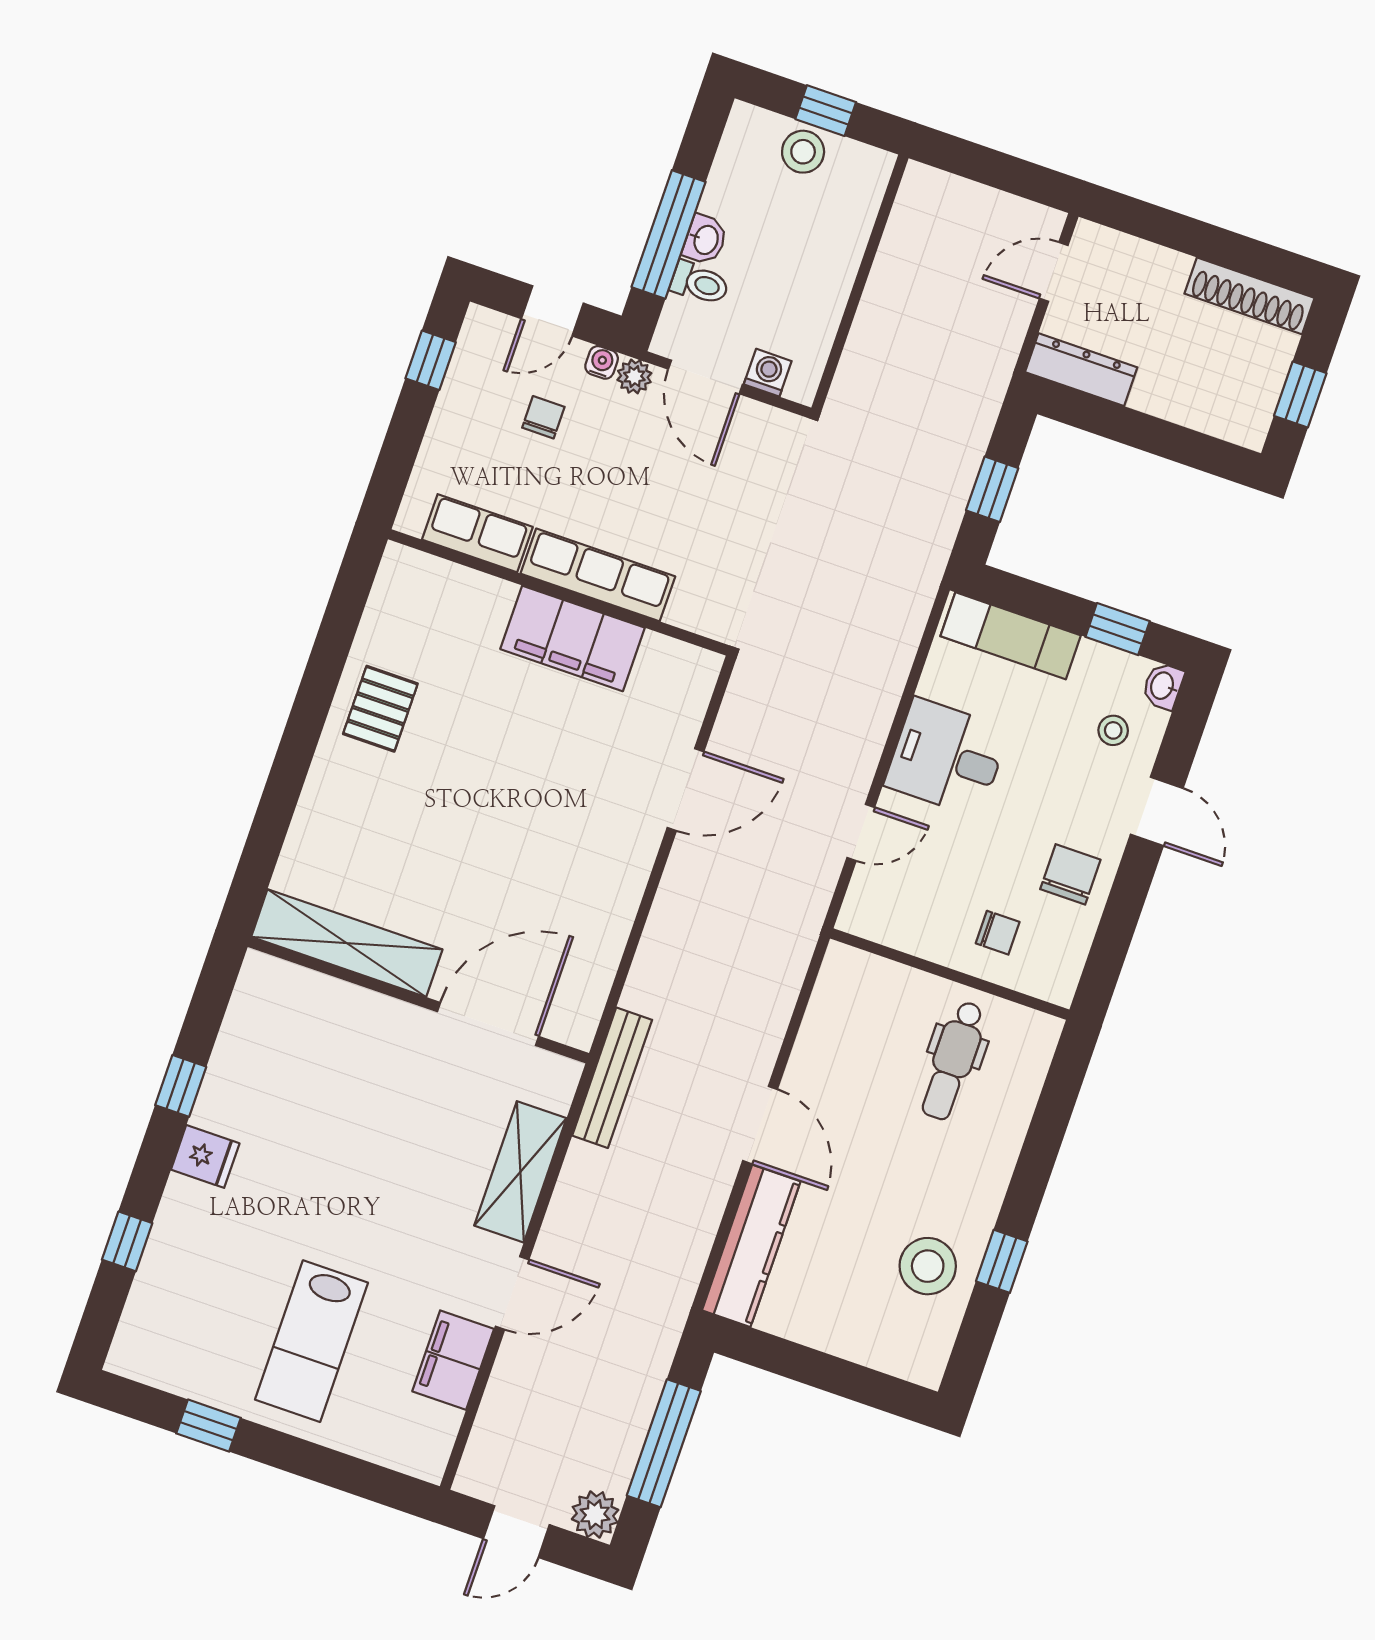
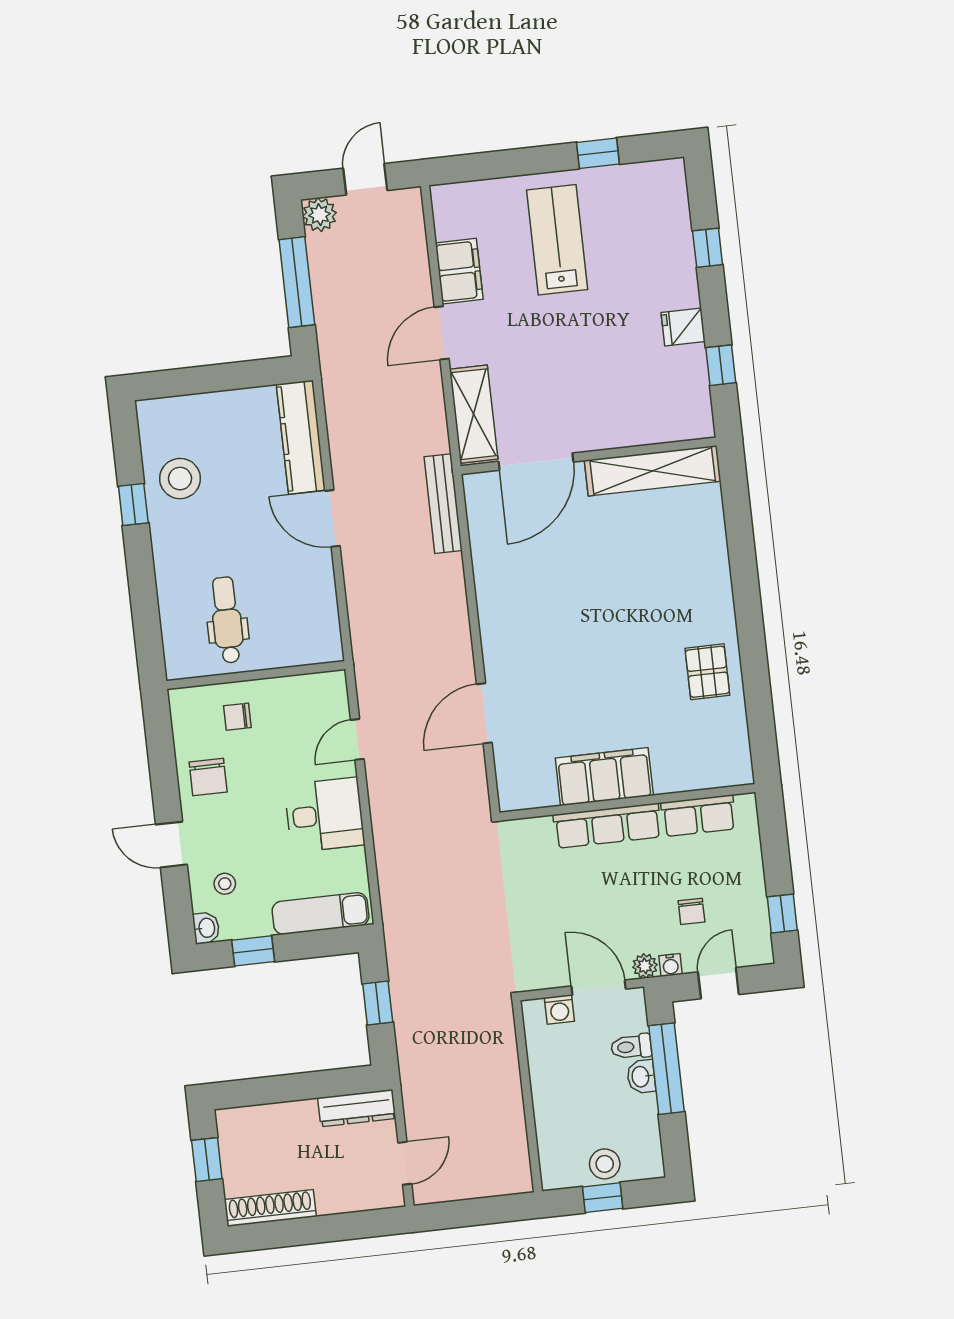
shelving: (347, 943) -> (653, 471), moved
wall: (418, 1000) -> (589, 456), moved
door: (488, 1024) -> (536, 462), moved

